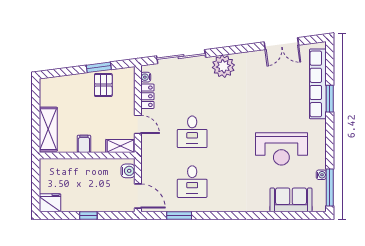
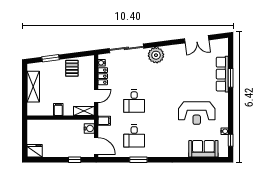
window: (99, 67) -> (51, 58), moved
row of seats: (318, 84) -> (222, 74), width x0.73
door: (138, 124) -> (96, 96), hinge flipped
shelving: (48, 129) -> (33, 87), moved
filing cabinet: (150, 160) -> (104, 121), added
window: (330, 188) -> (231, 140), width x0.46
window: (88, 216) -> (75, 160), moved
window: (179, 216) -> (138, 160), moved

